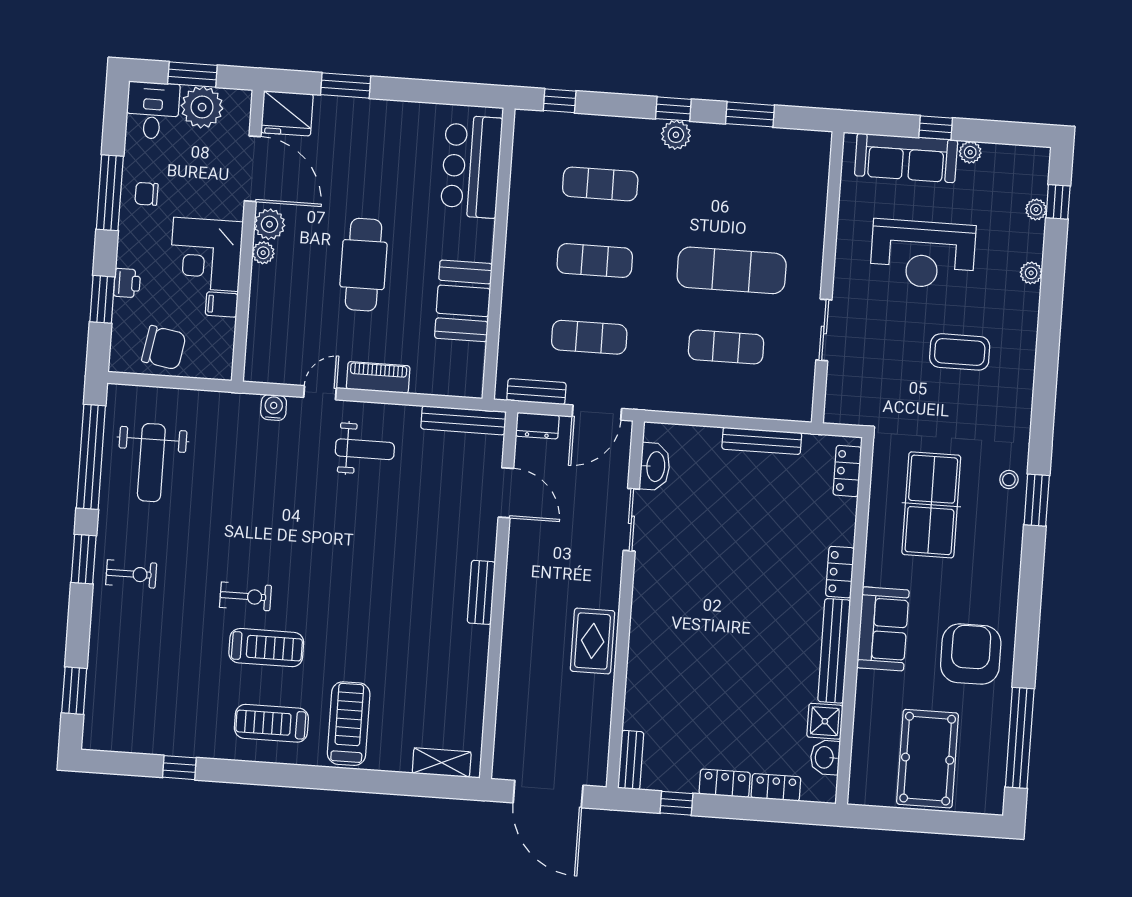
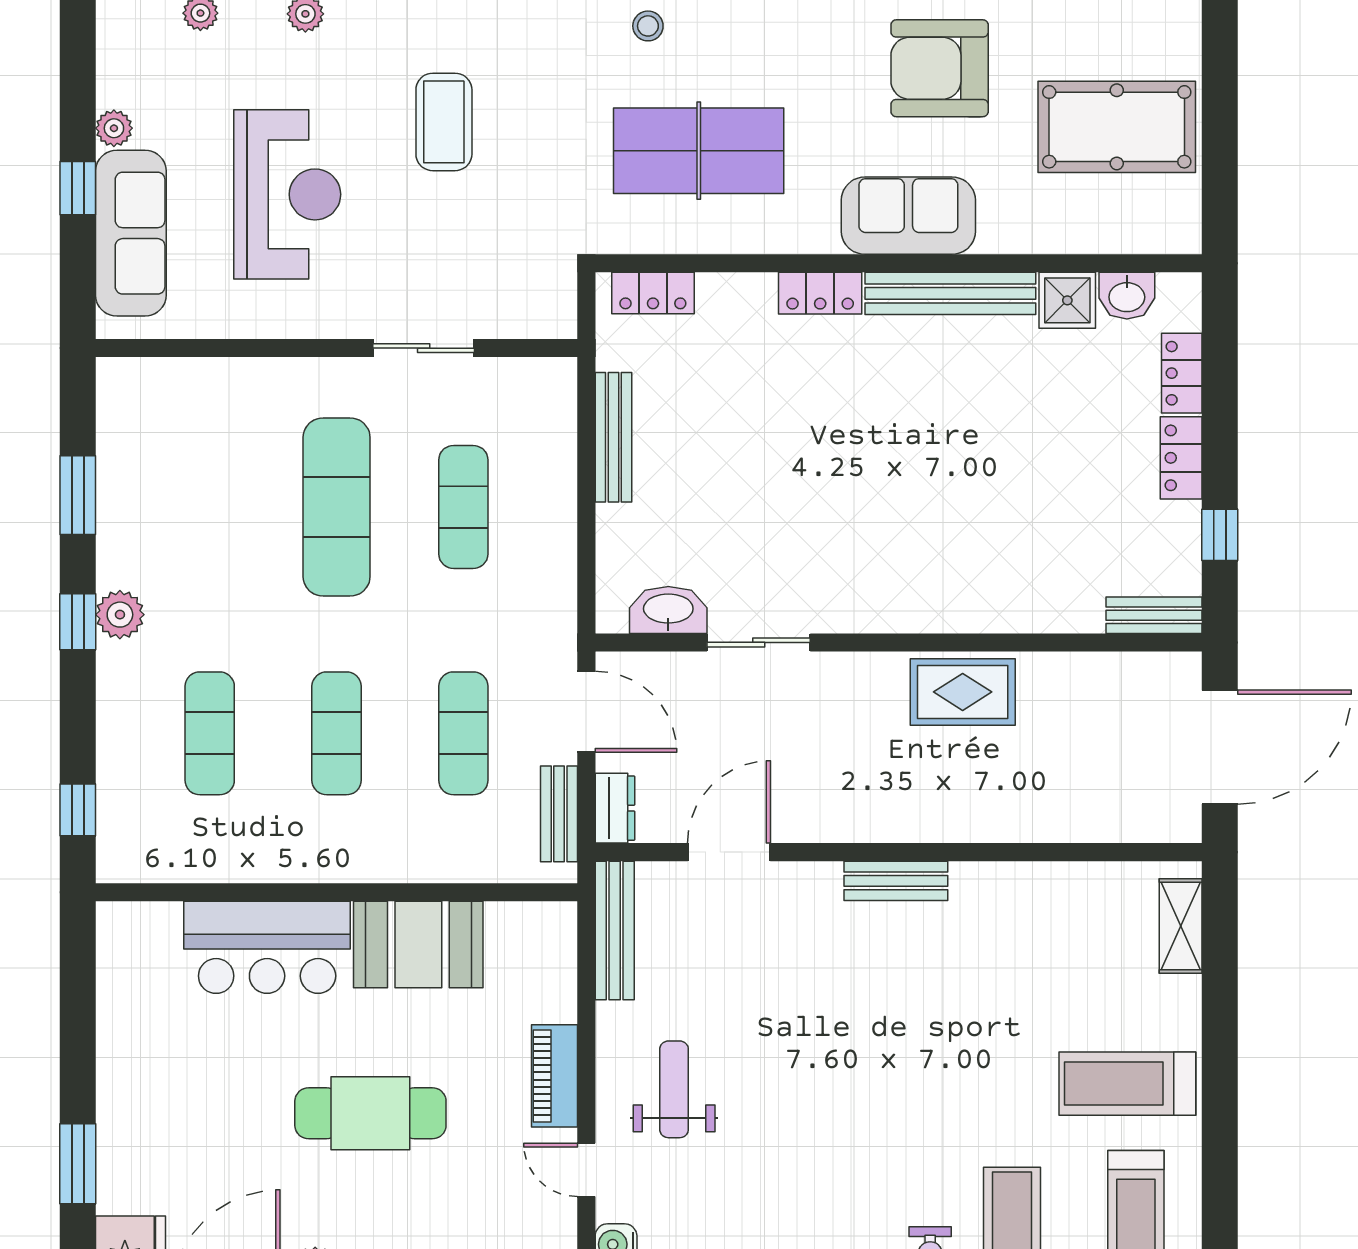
bar counter: (471, 166) -> (267, 947), moved

